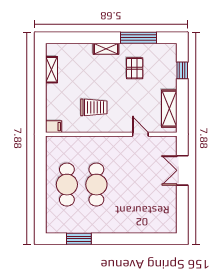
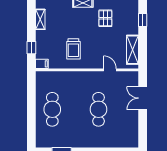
window: (40, 106) -> (31, 48), added
trolley: (94, 107) -> (73, 49), turned 90
cafe table: (96, 185) -> (99, 109), moved

